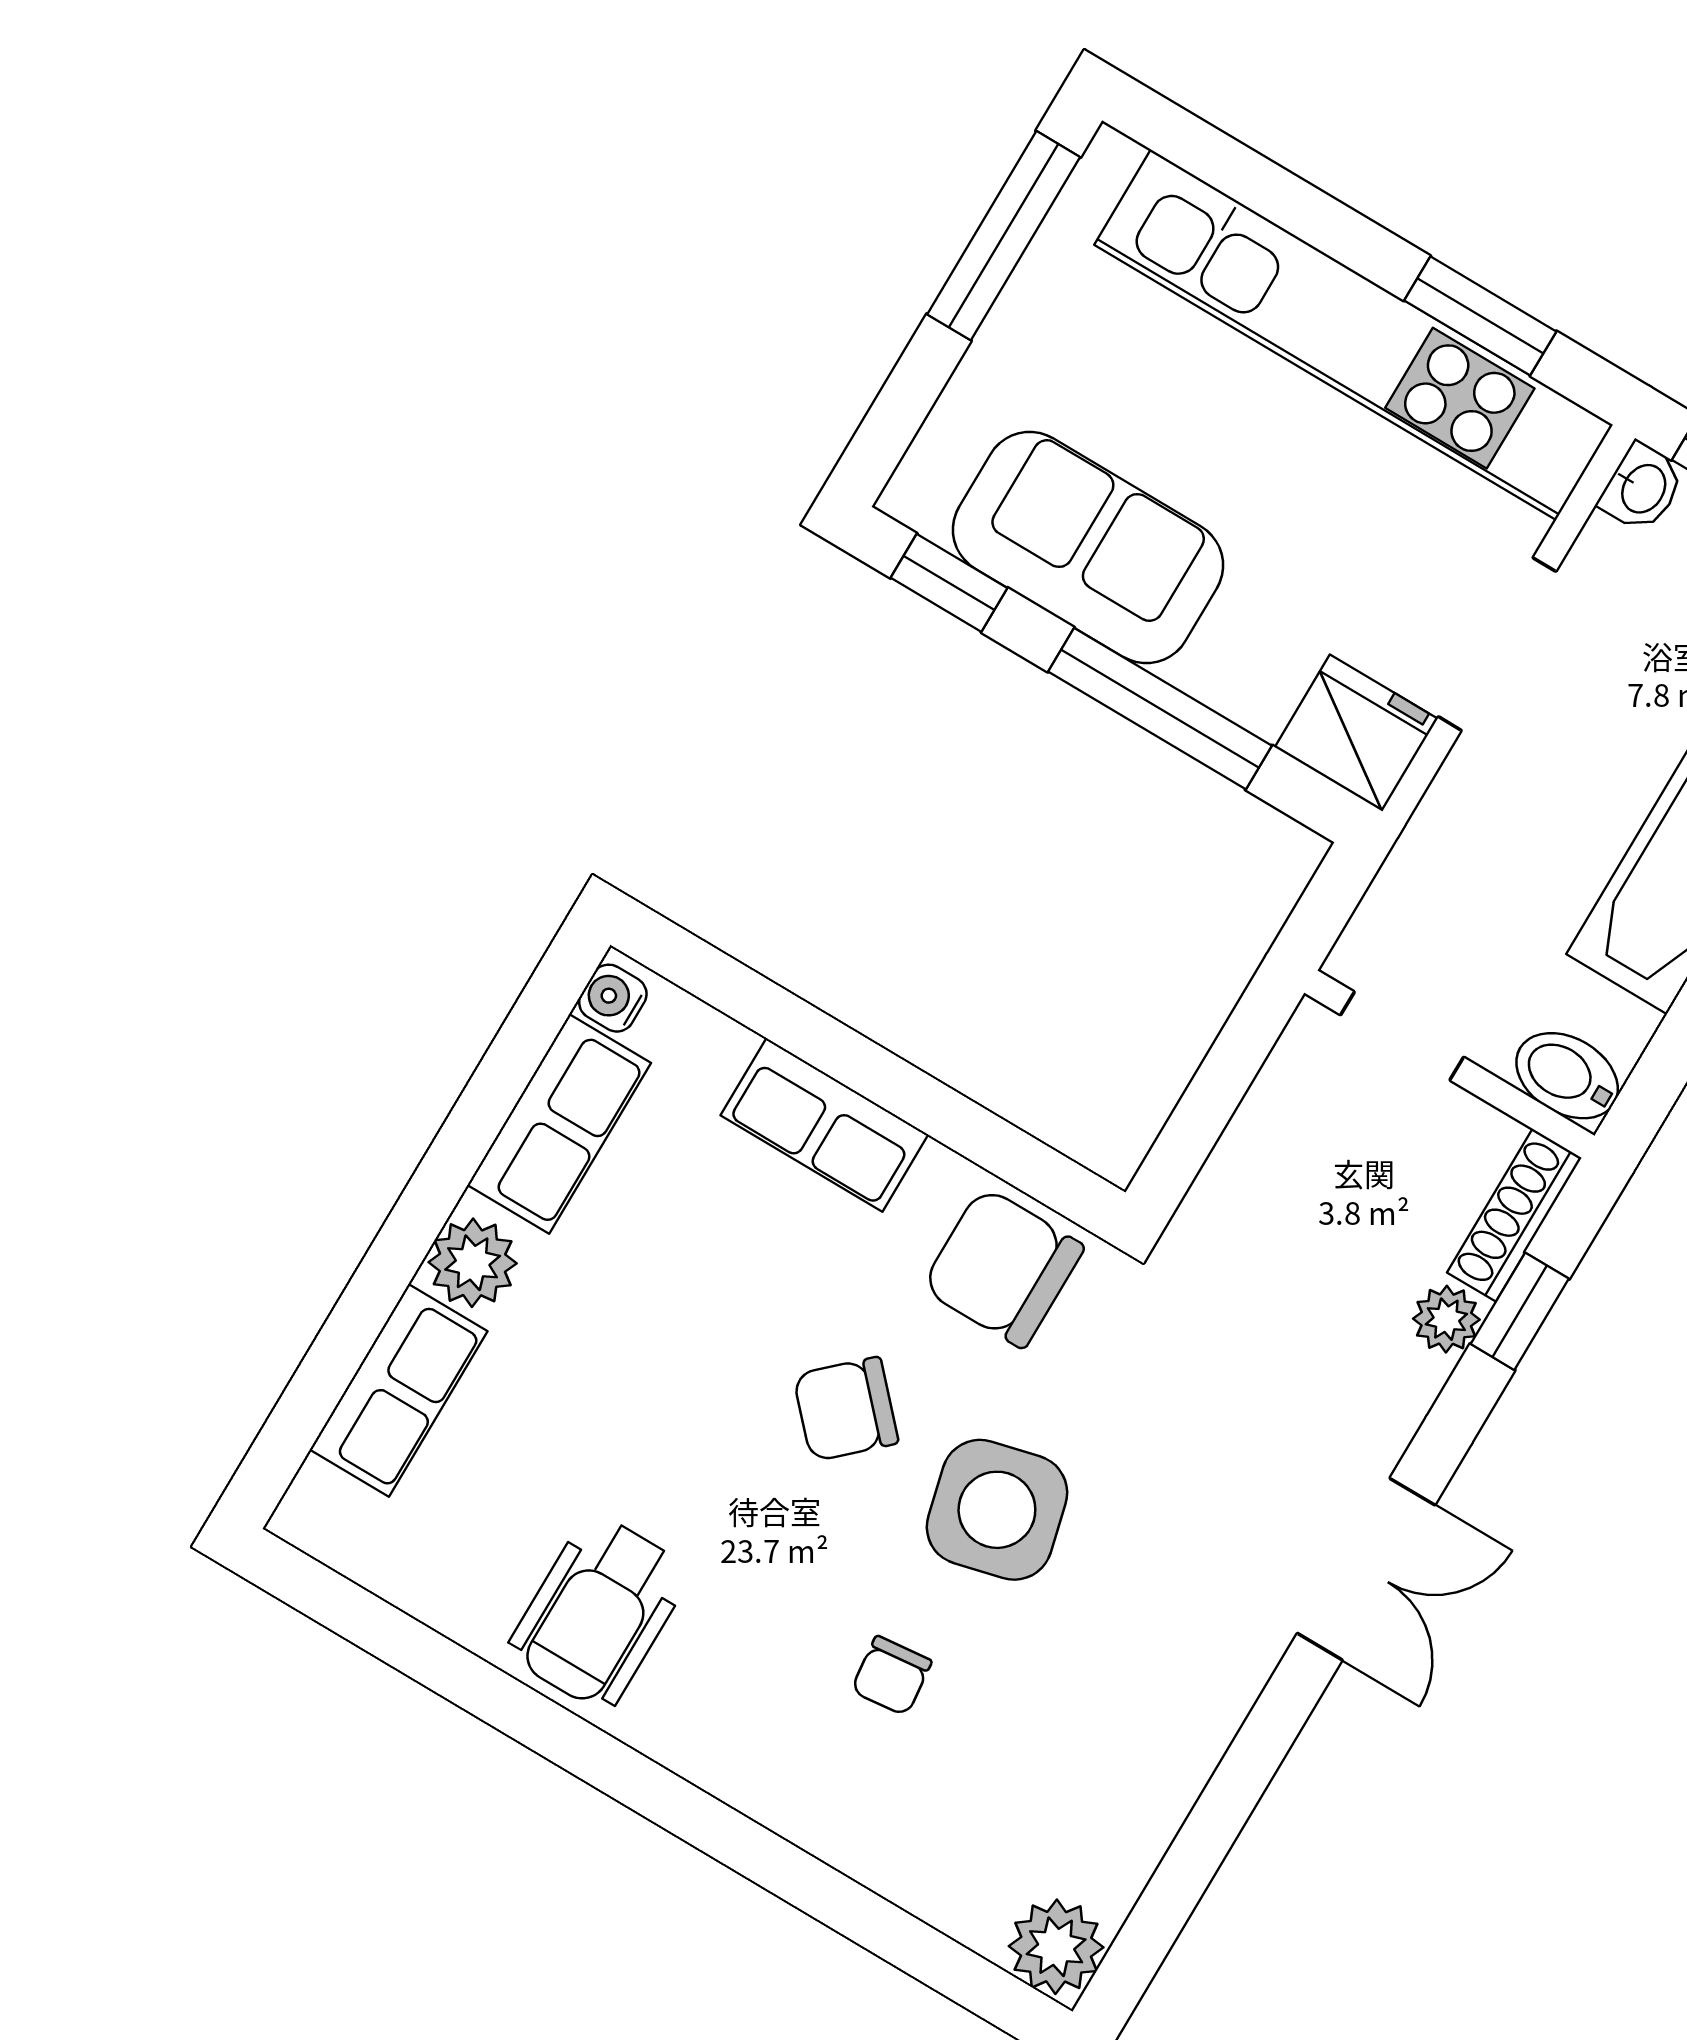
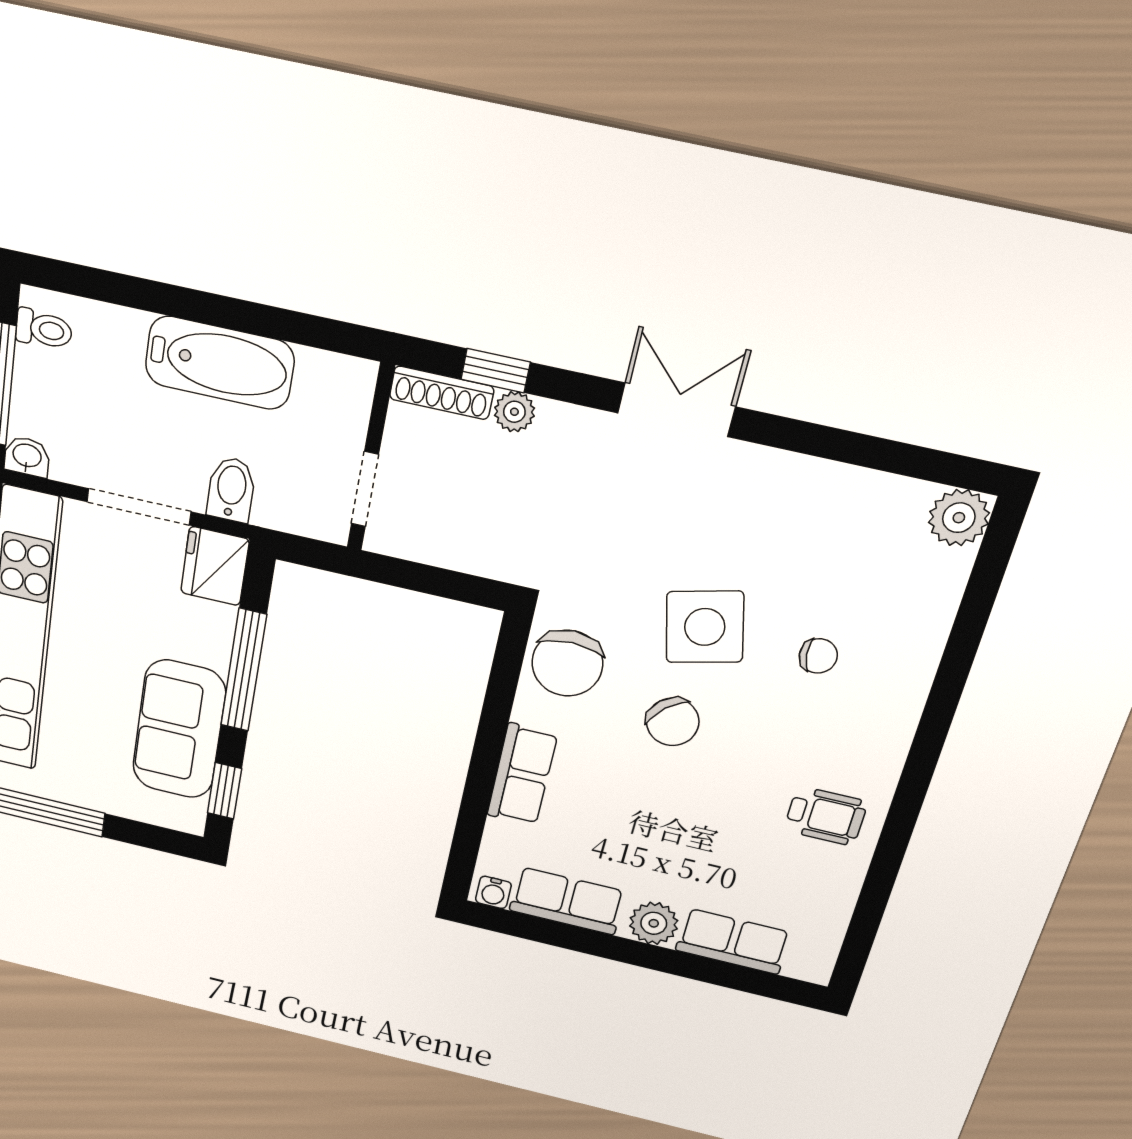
bidet: (1567, 1076) -> (231, 489), moved, turned 180
wheelchair: (599, 1612) -> (826, 816), width x0.73, depth x0.73

